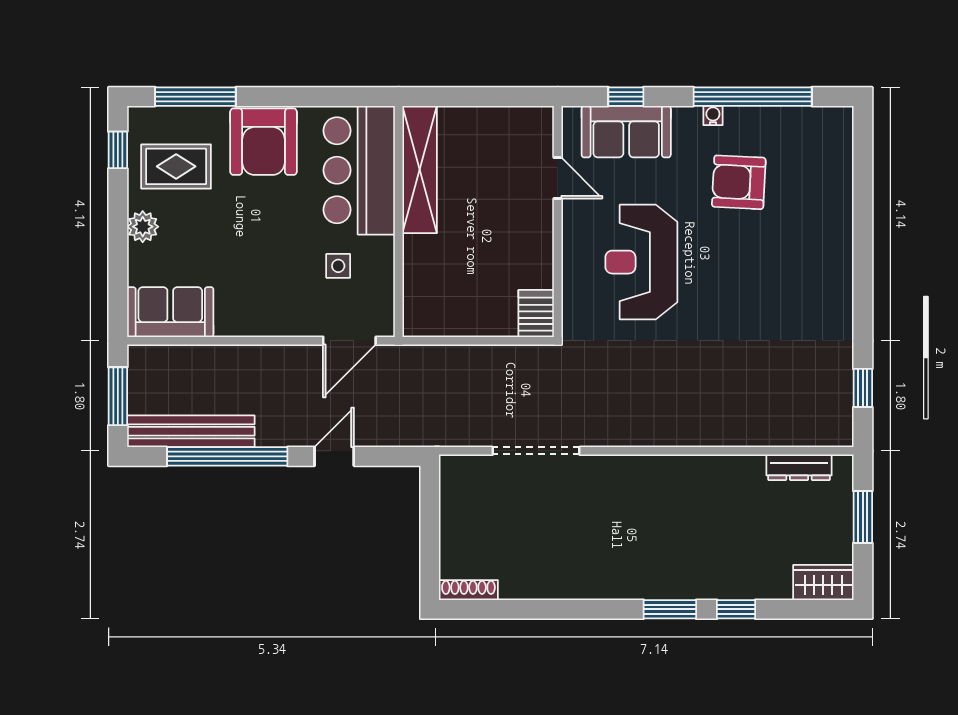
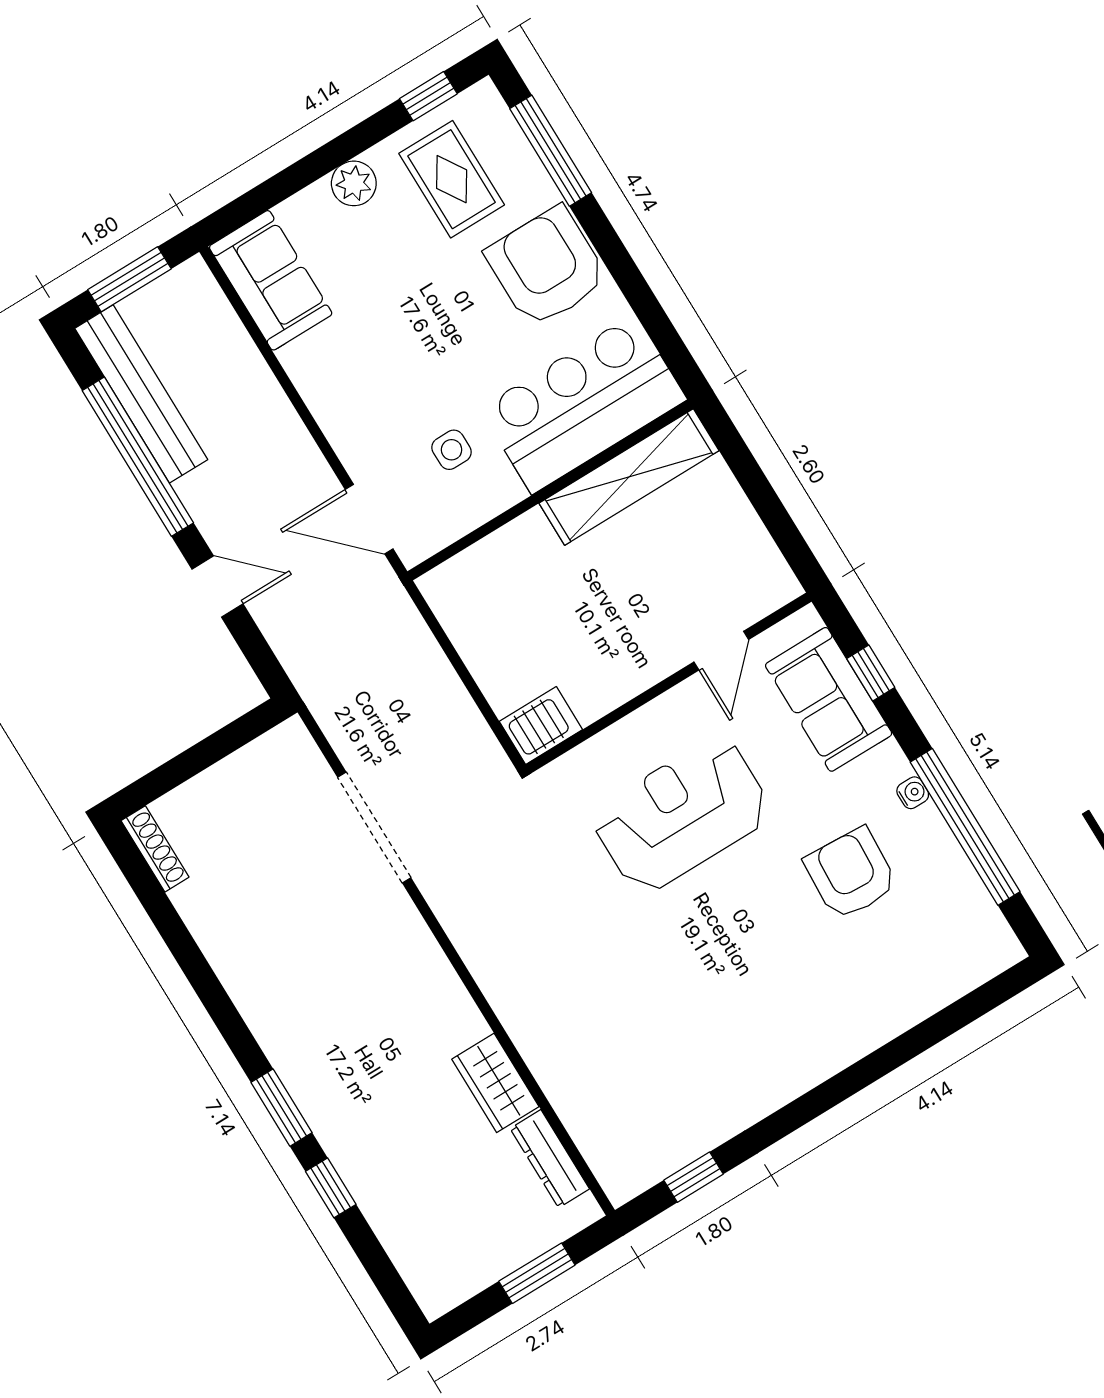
armchair: (264, 142) -> (547, 267), turned 90
wardrobe: (823, 583) -> (495, 1083), moved, turned 180

